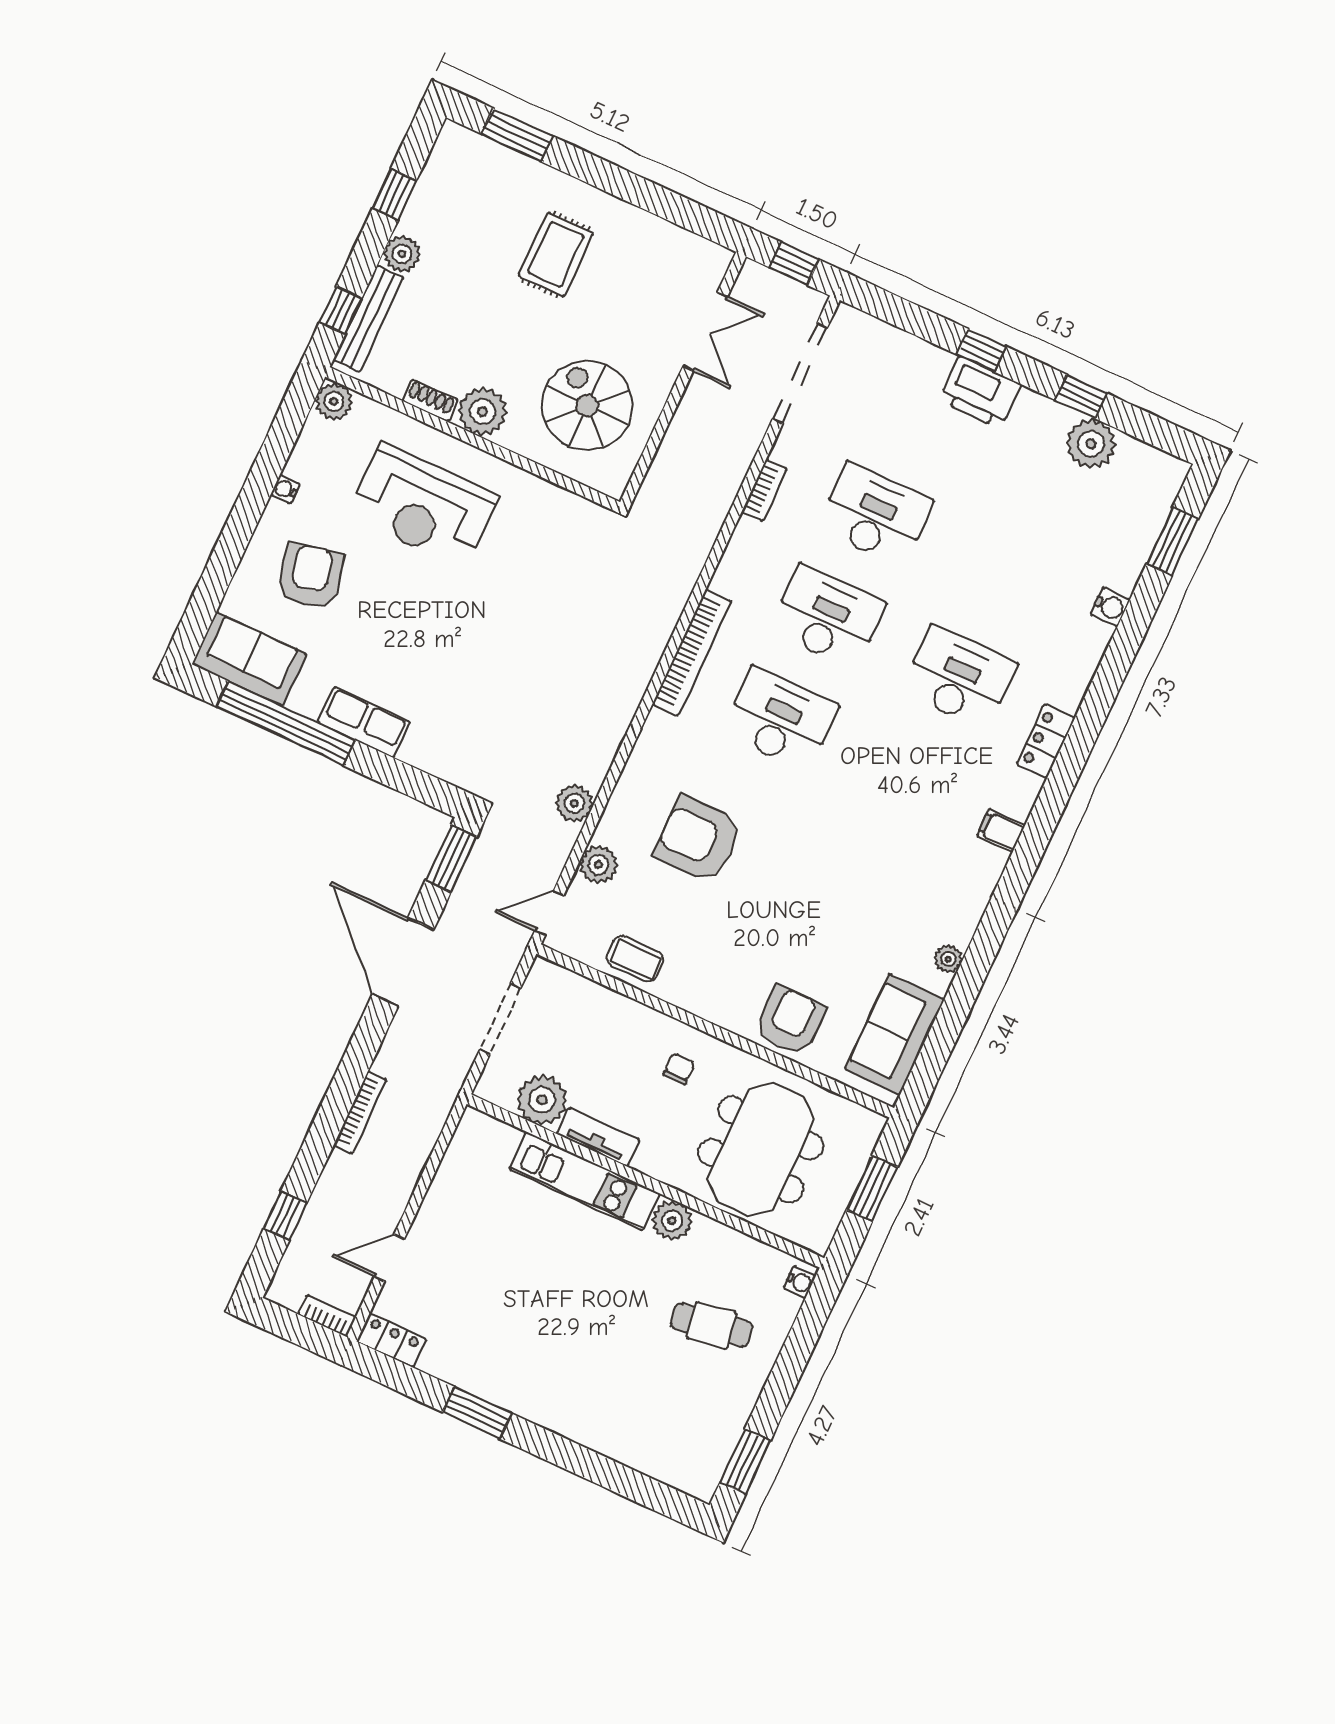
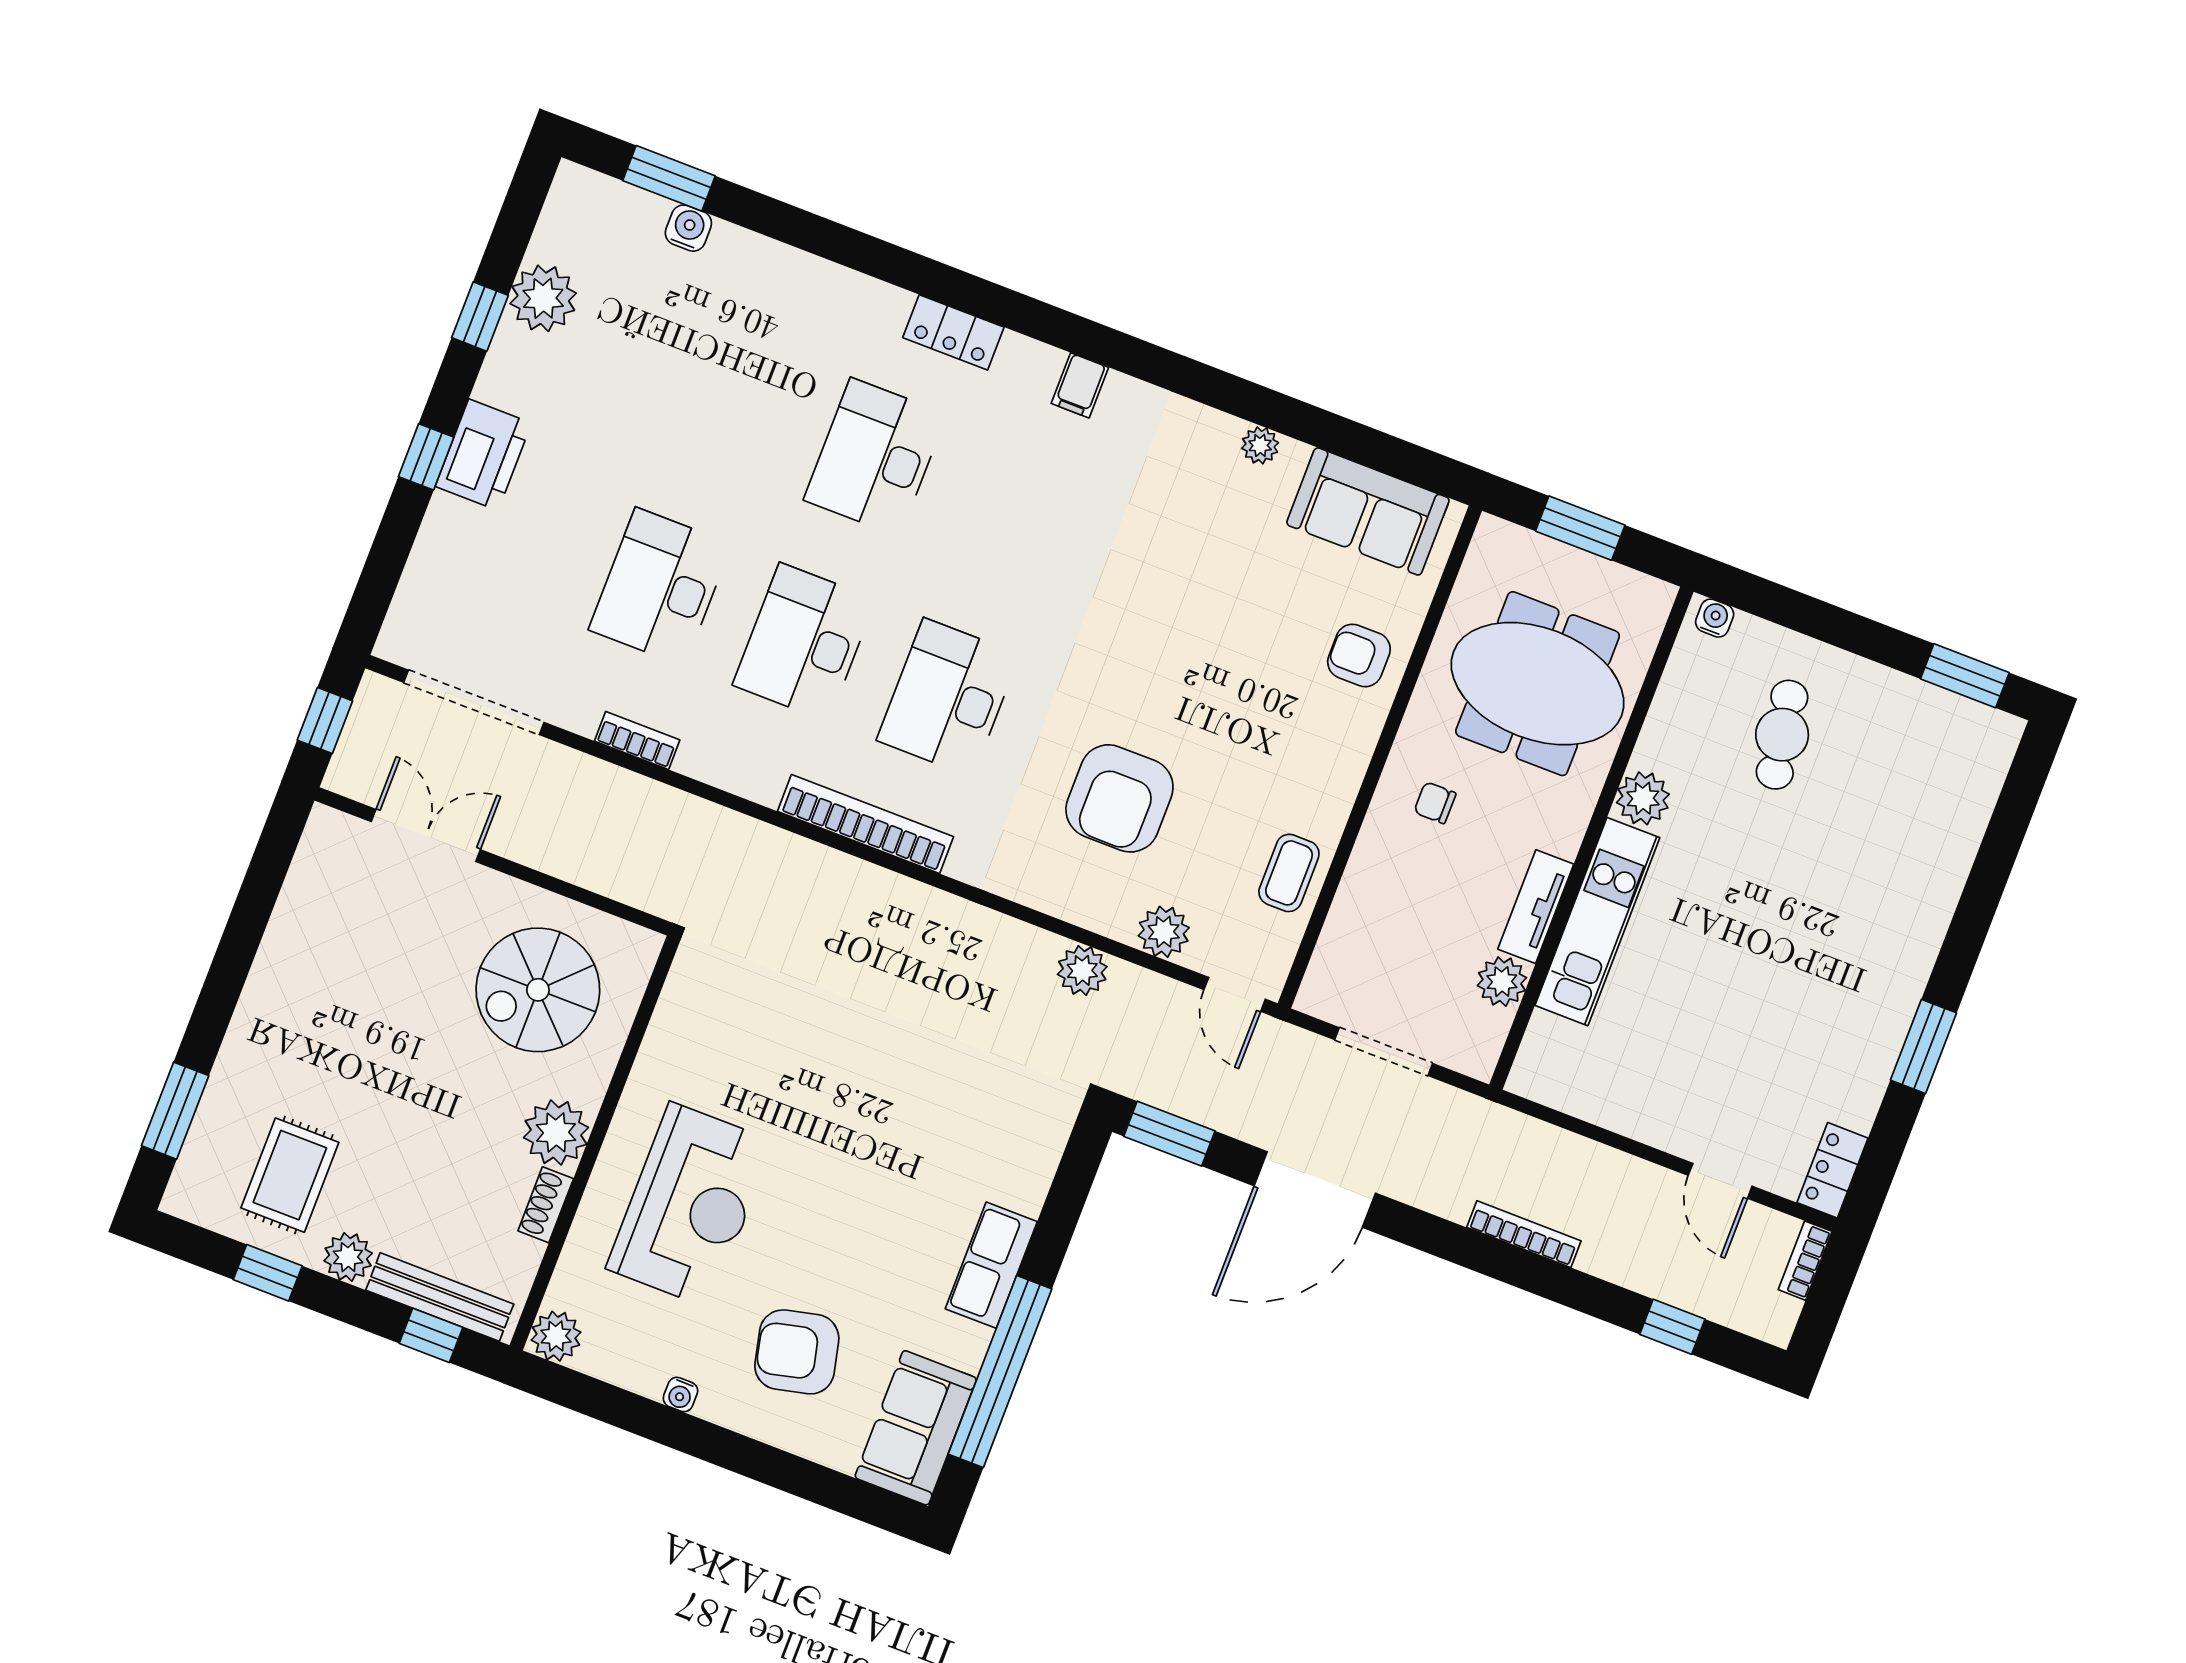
rug: (556, 254) -> (290, 1175), moved, turned 90
water cooler: (1110, 607) -> (688, 228), moved
armchair: (790, 1021) -> (1359, 655), width x0.72, depth x0.72
plant: (542, 1100) -> (1502, 982), width x0.73, depth x0.73

